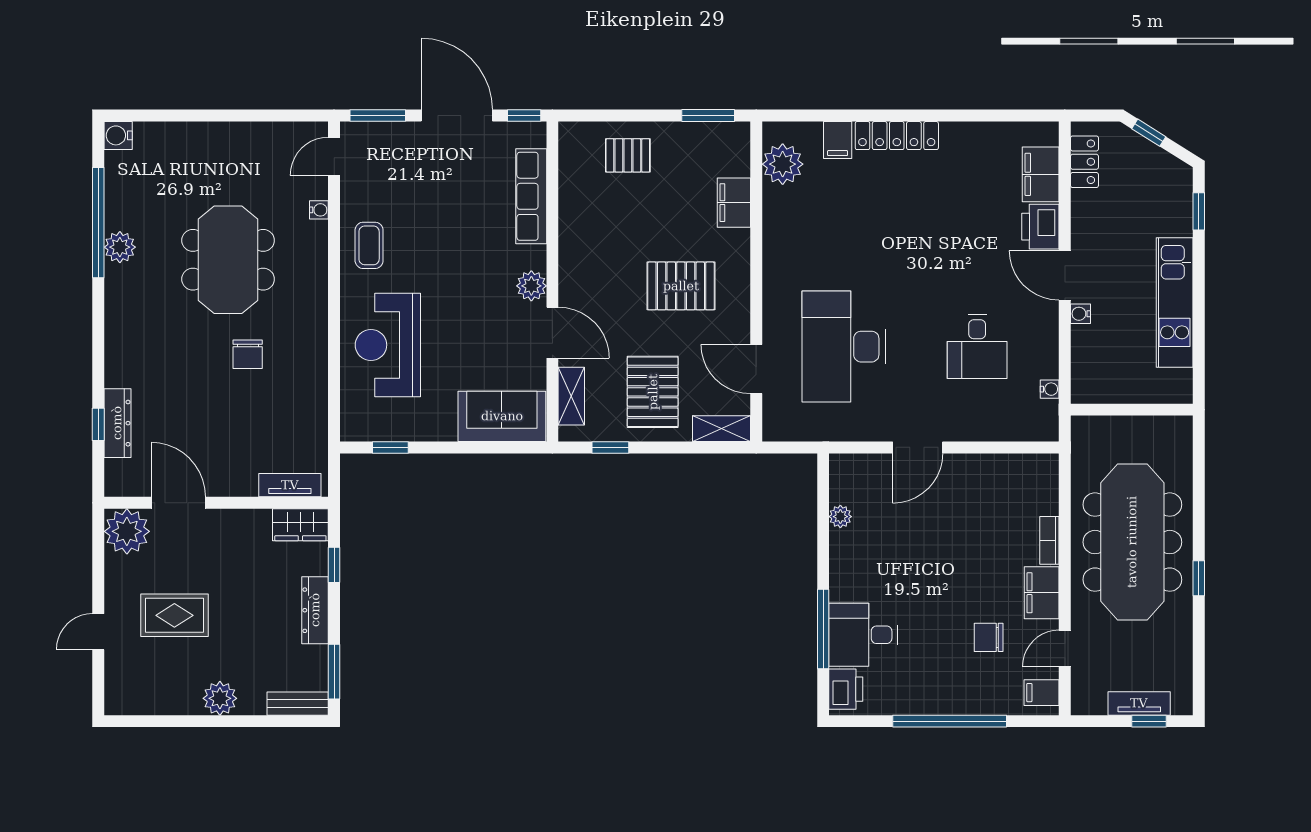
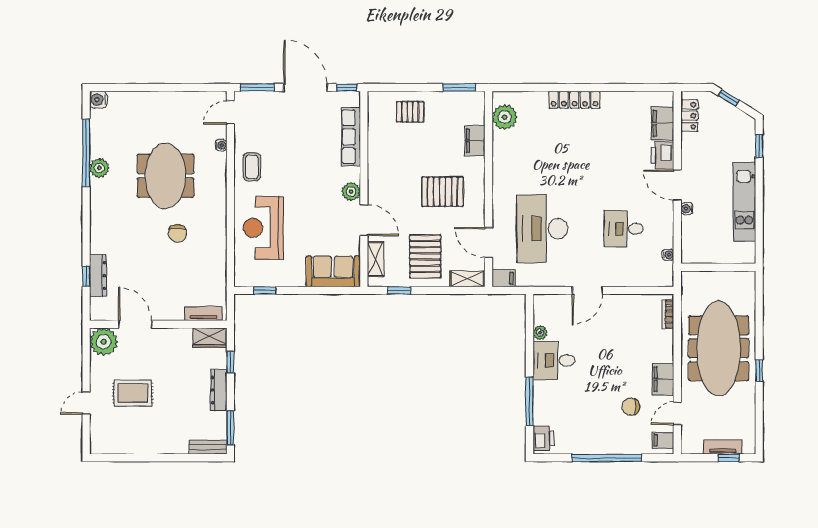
filing cabinet: (838, 140) -> (504, 278), moved, turned -90
desk: (977, 347) -> (624, 229), turned 90
bookcase: (1049, 540) -> (668, 314), moved
desk: (863, 635) -> (554, 360), moved
plant: (220, 698) -> (161, 444), removed

